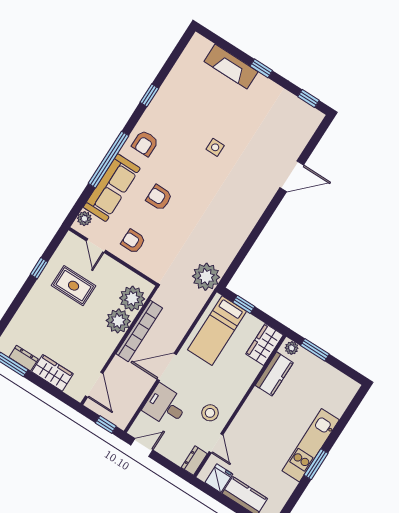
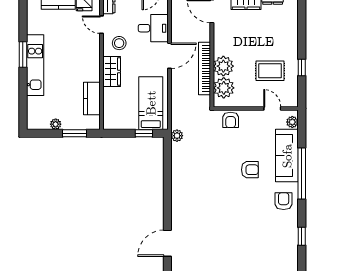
side table: (215, 147) -> (233, 229), removed
armchair: (133, 241) -> (231, 120), moved, turned 90
plant: (206, 277) -> (177, 136), width x0.53, depth x0.53
wardrobe: (265, 344) -> (112, 71), moved
plant: (292, 348) -> (56, 124), moved

